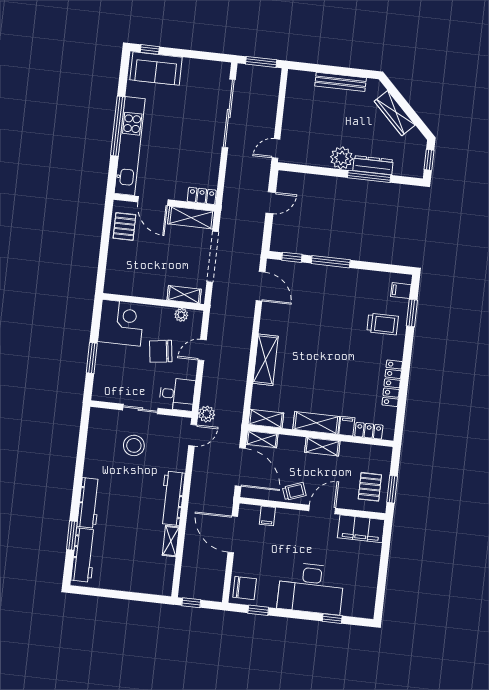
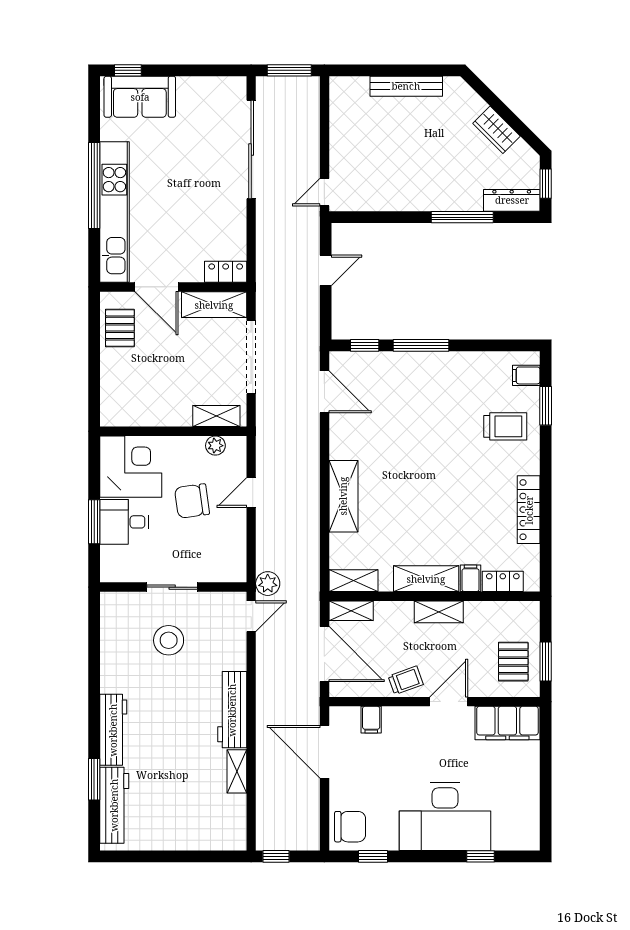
wardrobe: (395, 113) -> (497, 130), width x0.67
plant: (342, 158) -> (420, 195), removed
dresser: (373, 165) -> (512, 200), moved
desk: (177, 394) -> (124, 522), moved, turned 180

